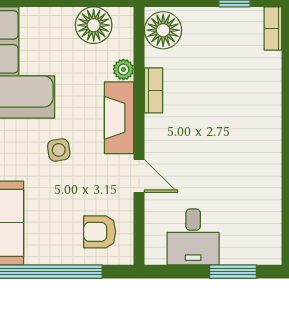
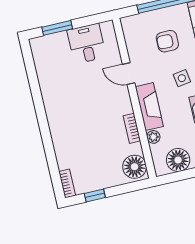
armchair: (100, 232) -> (167, 41), moved, turned 180

